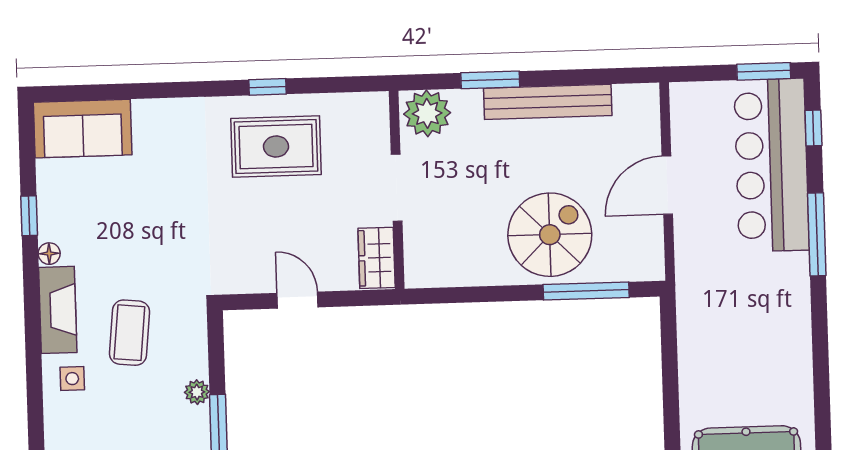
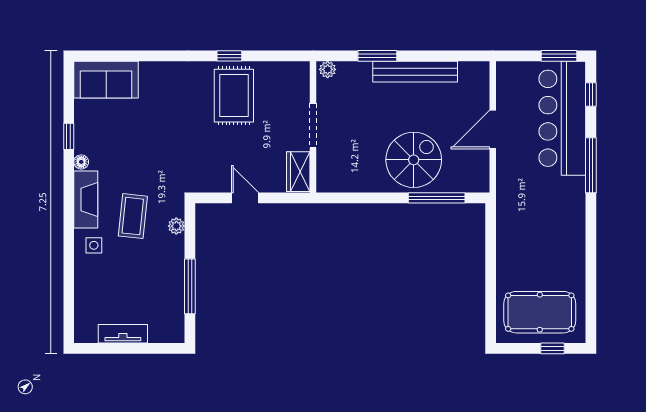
plant: (427, 113) -> (328, 69), width x0.53, depth x0.53
rug: (276, 146) -> (234, 96), turned 90
plant: (197, 392) -> (176, 226), moved

